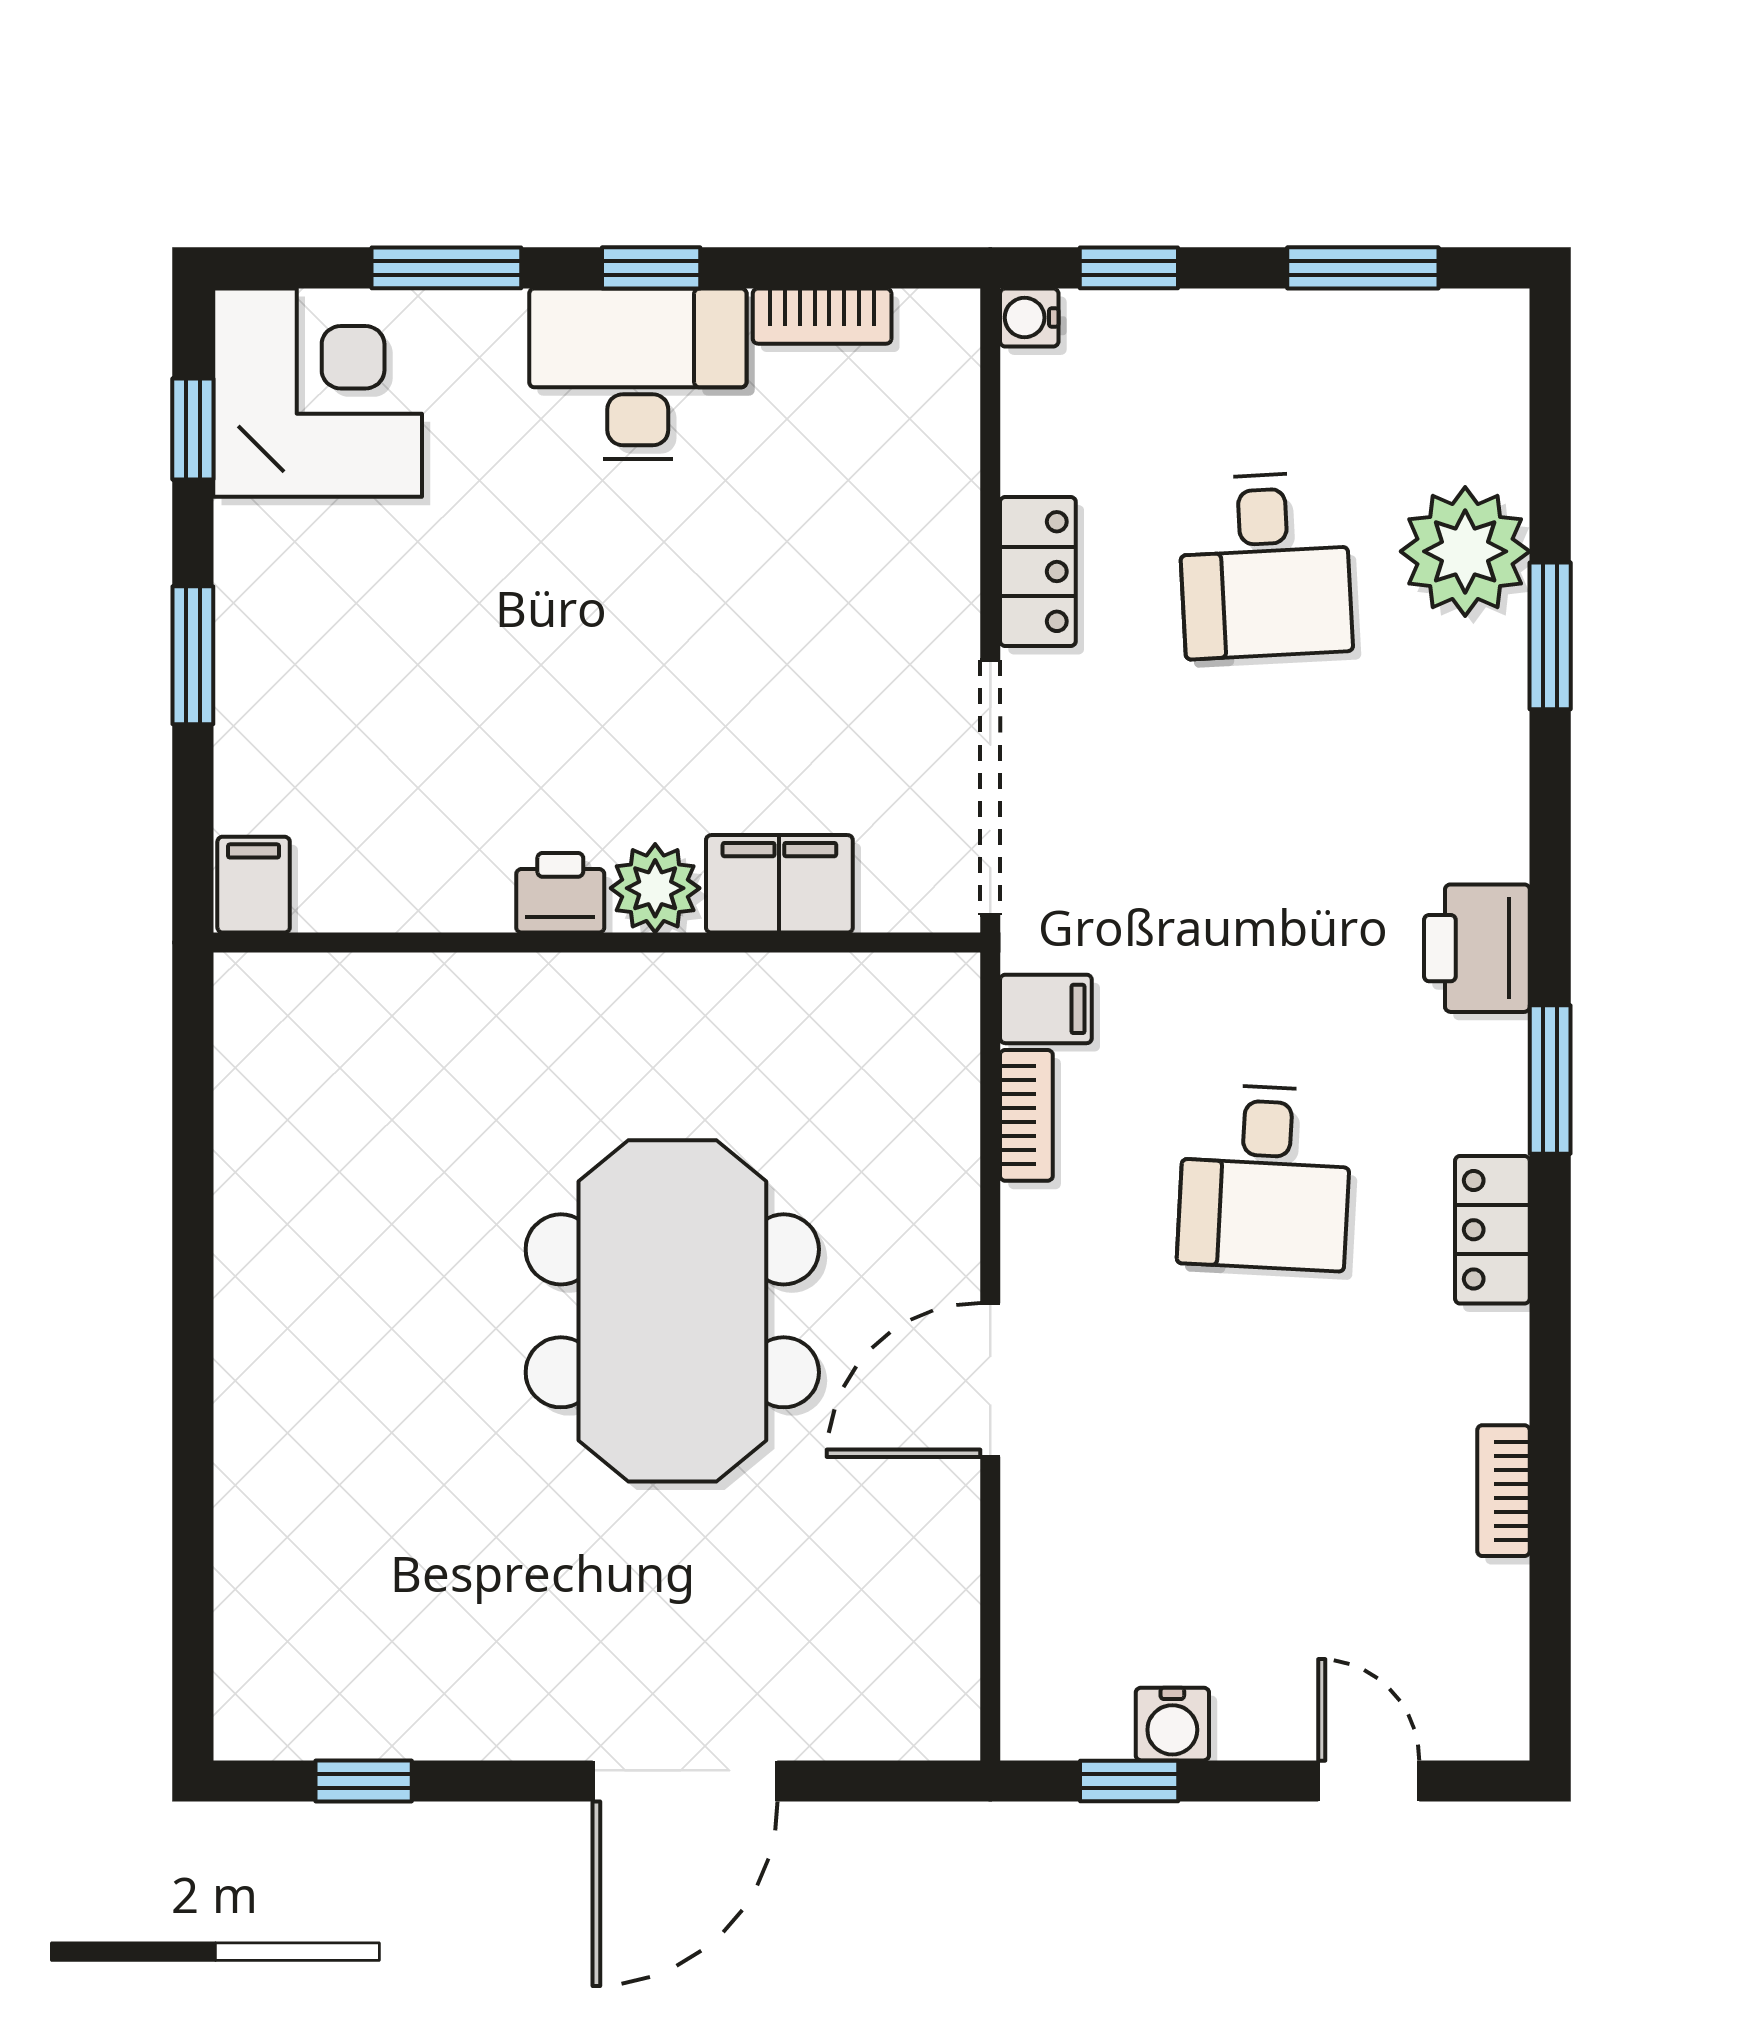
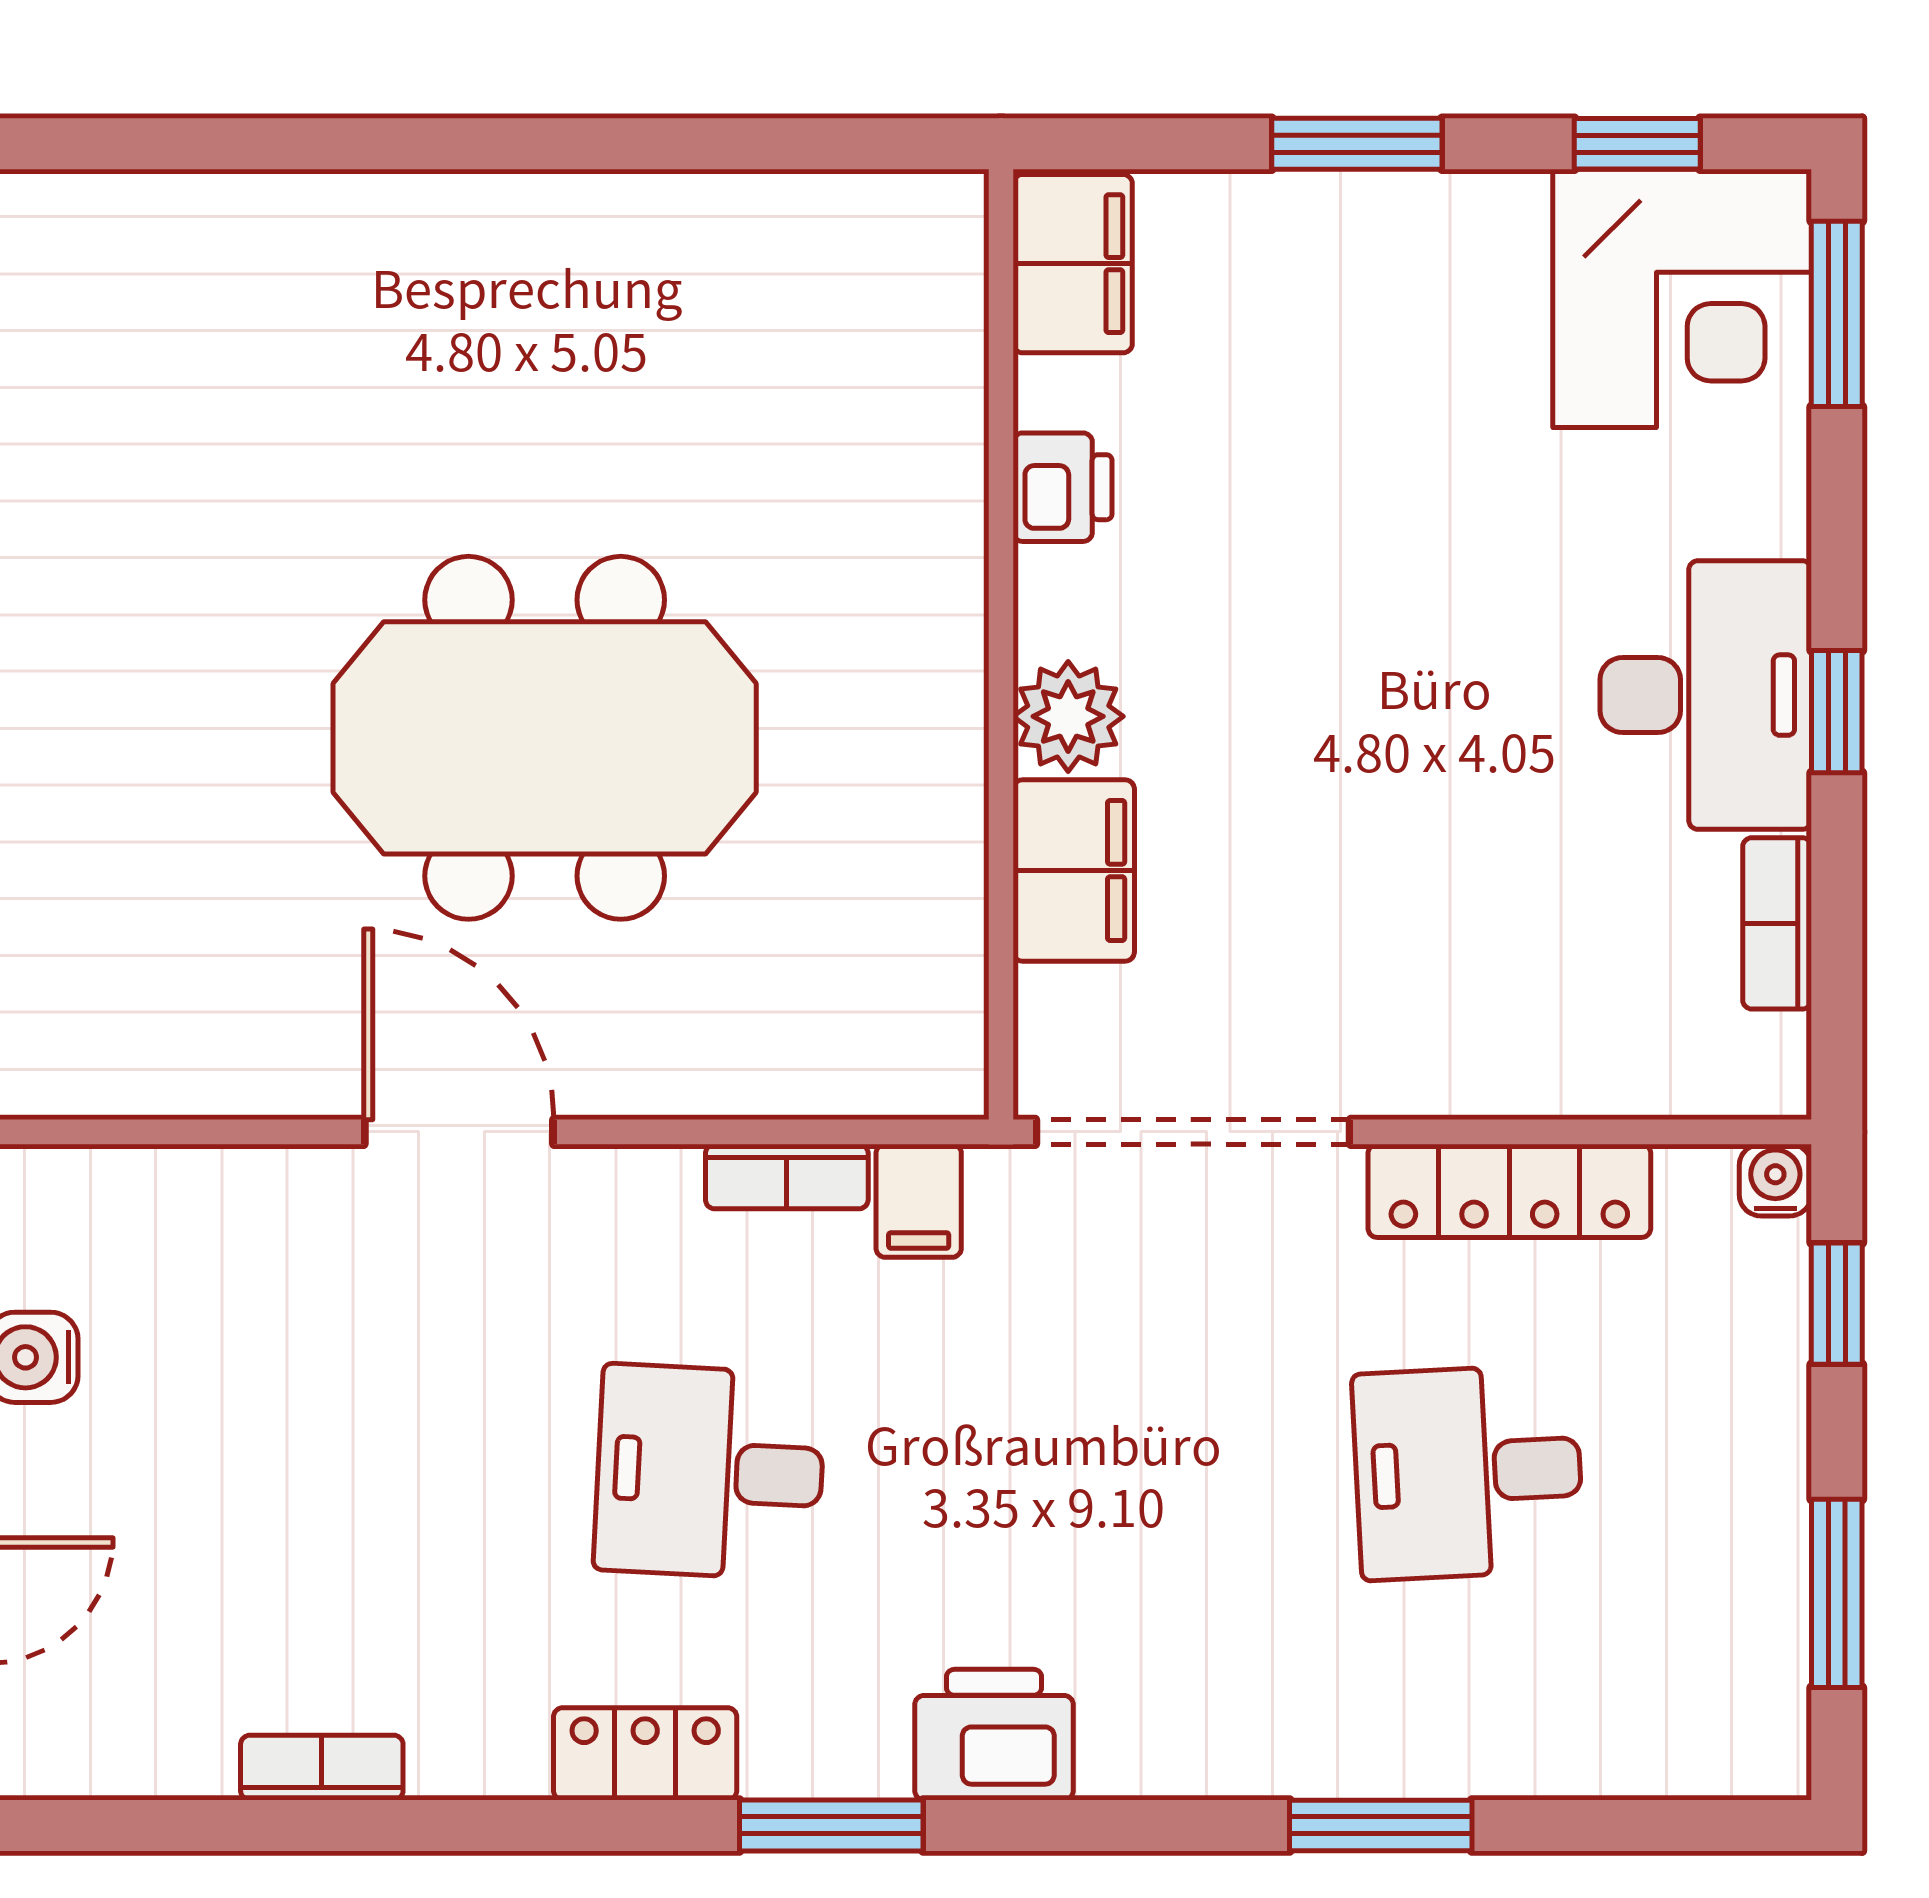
window: (446, 268) -> (1837, 314), moved
plant: (1465, 551) -> (1485, 1720), removed
locker: (1038, 572) -> (1509, 1191), width x1.53
filing cabinet: (254, 885) -> (1073, 264), width x2.00
printer: (560, 893) -> (1063, 487), moved

